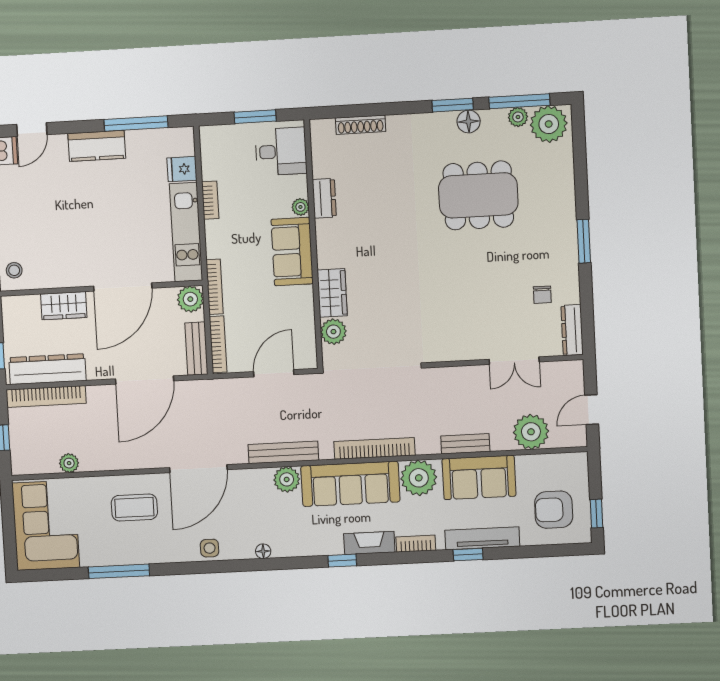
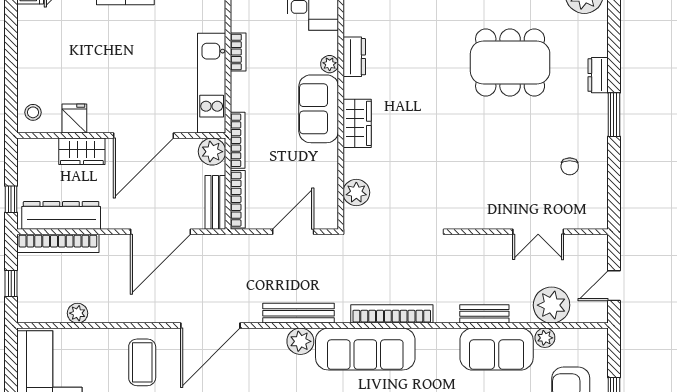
fridge: (182, 169) -> (74, 119), moved, turned 90
wardrobe: (332, 293) -> (357, 123), moved
dresser: (572, 330) -> (598, 75), moved, width x0.70
plant: (419, 478) -> (545, 338), moved, width x0.53, depth x0.53
coffee table: (134, 507) -> (142, 362), turned 90

